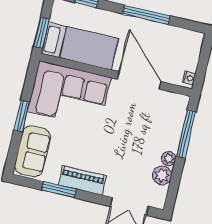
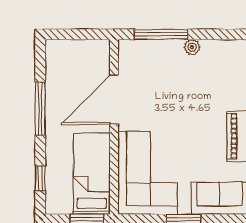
nightstand: (189, 78) -> (99, 46), removed
plant: (162, 175) -> (212, 50), removed

